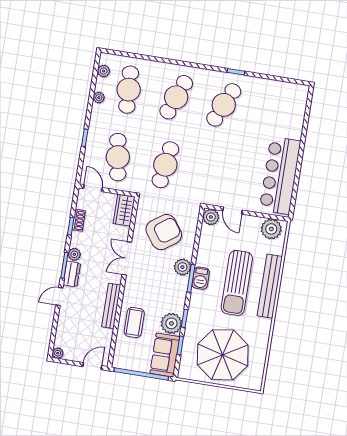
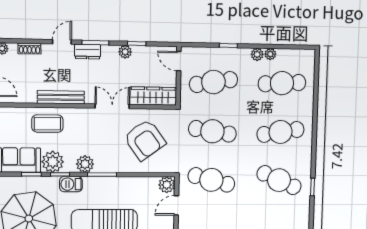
plant: (104, 71) -> (257, 54), moved
cafe table: (176, 97) -> (280, 132), turned -30
cafe table: (213, 172) -> (211, 180), added
door: (93, 188) -> (179, 61), swing flipped
wardrobe: (124, 210) -> (153, 96), width x1.50
shoe rack: (79, 220) -> (29, 49), moved
plant: (74, 254) -> (125, 52), moved
plant: (182, 267) -> (85, 164), moved
barbecue: (201, 278) -> (71, 184), moved
door: (59, 296) -> (62, 42), hinge flipped

